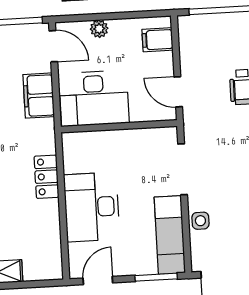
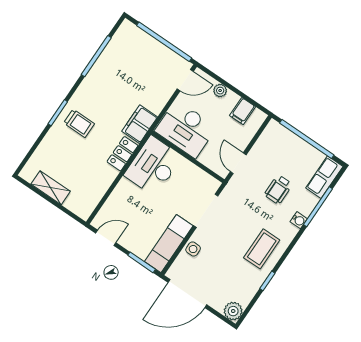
filing cabinet: (158, 40) -> (243, 111), moved, turned -90
door: (53, 46) -> (185, 80), hinge flipped
filing cabinet: (39, 96) -> (140, 124), moved
desk: (92, 207) -> (153, 166), moved

